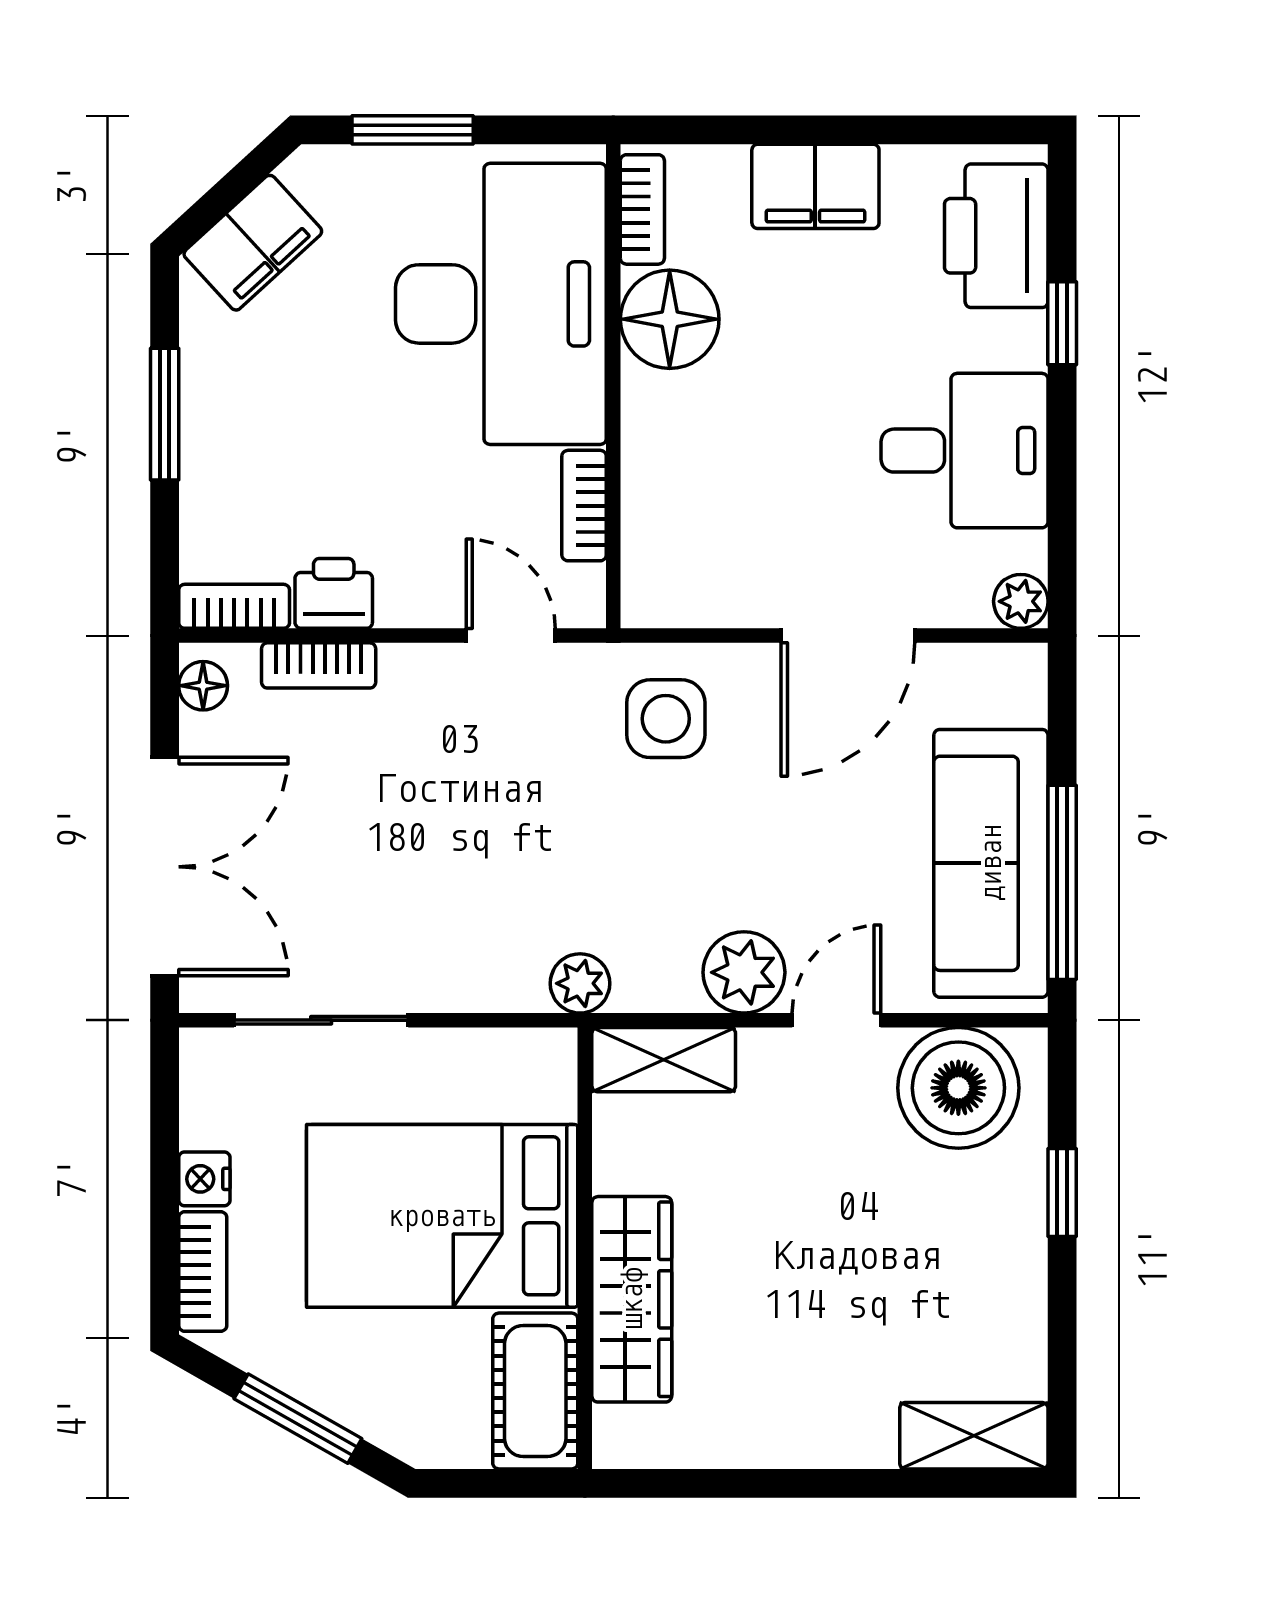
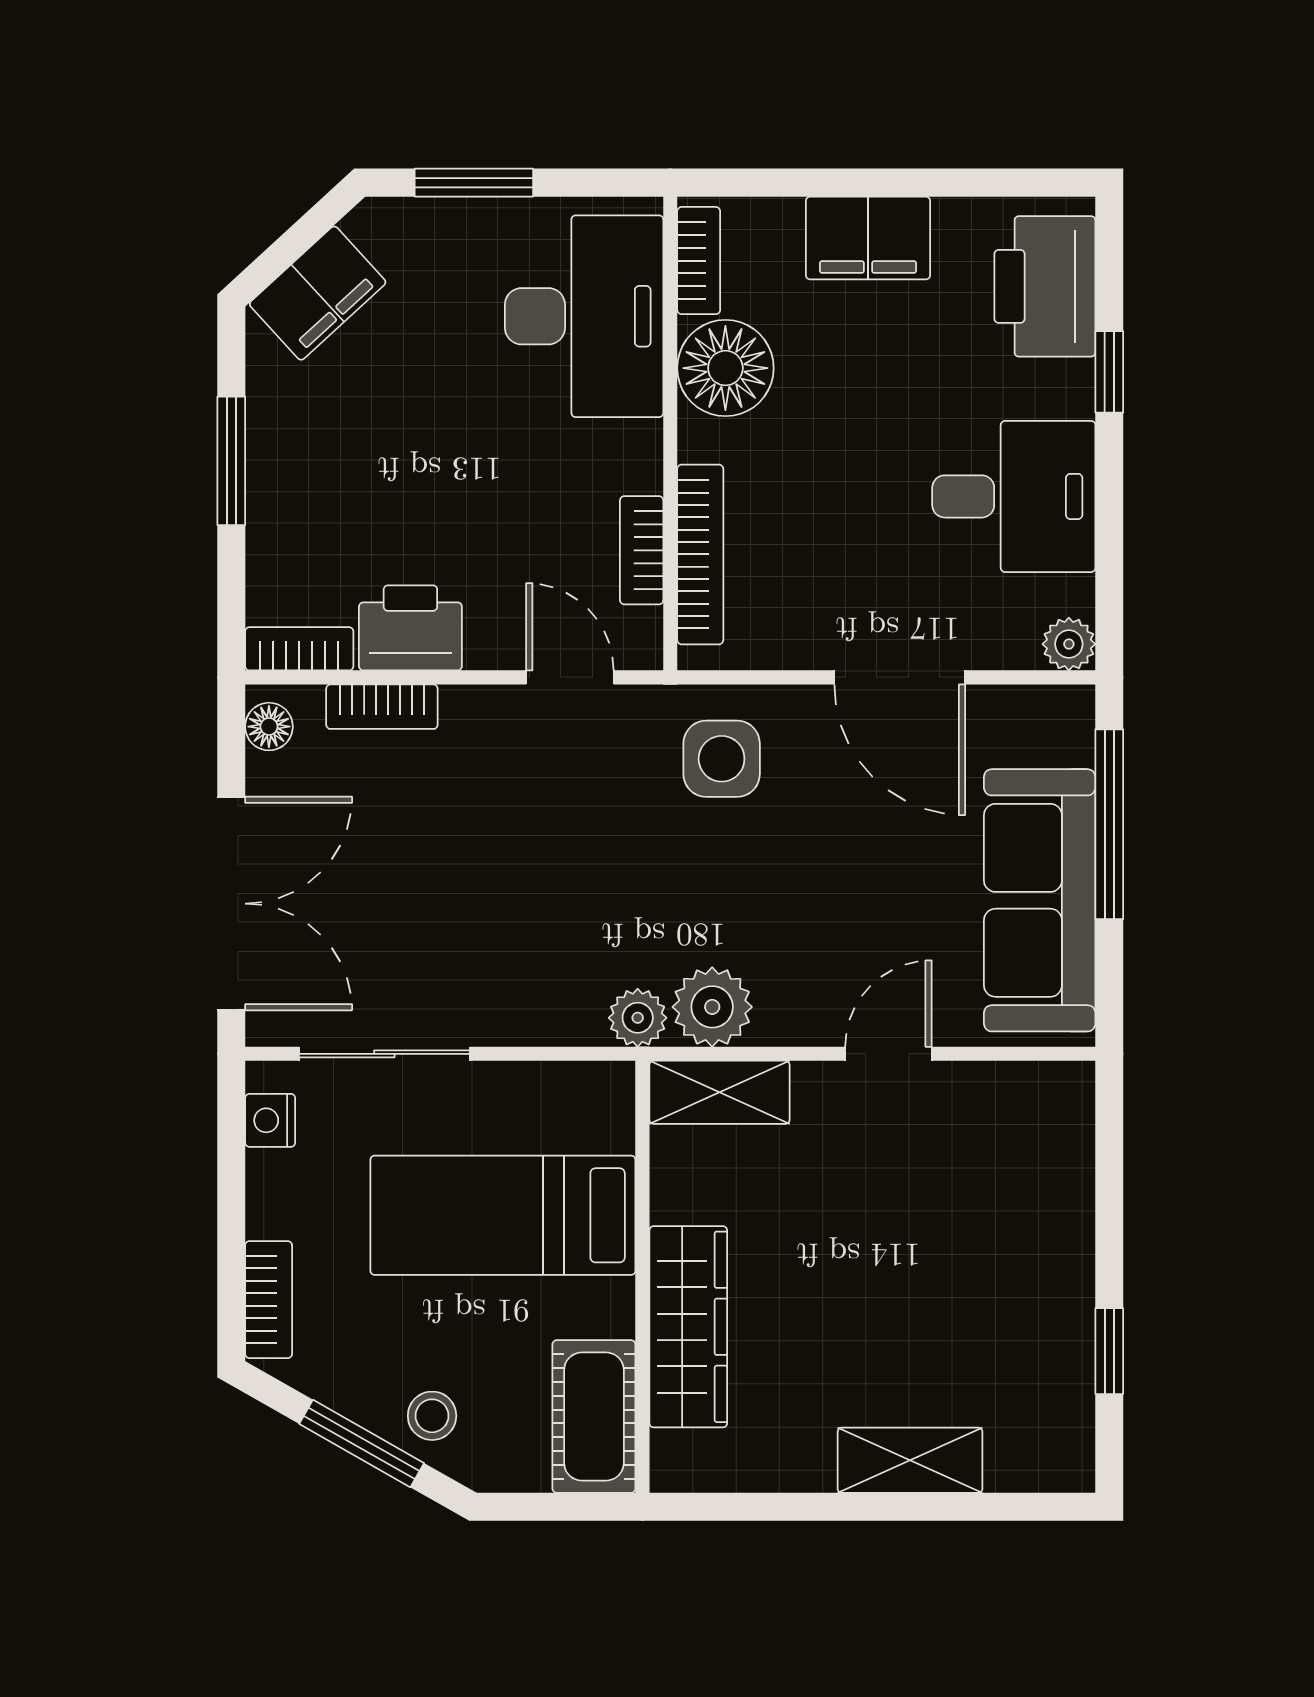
desk: (501, 304) -> (584, 316), width x0.73, depth x0.77
bookcase: (644, 510) -> (700, 554), added
printer: (334, 593) -> (410, 628), width x1.36, depth x1.24
door: (848, 636) -> (900, 677), hinge flipped
window: (1062, 882) -> (1109, 824), moved
plant: (744, 972) -> (712, 1007), moved
boiler: (958, 1088) -> (1008, 1120), removed
nightstand: (204, 1179) -> (270, 1120), moved
window: (1062, 1193) -> (1109, 1351), moved
bed: (442, 1216) -> (503, 1215), width x0.67
stool: (370, 1390) -> (432, 1416), added
shelving: (974, 1436) -> (910, 1460), moved

